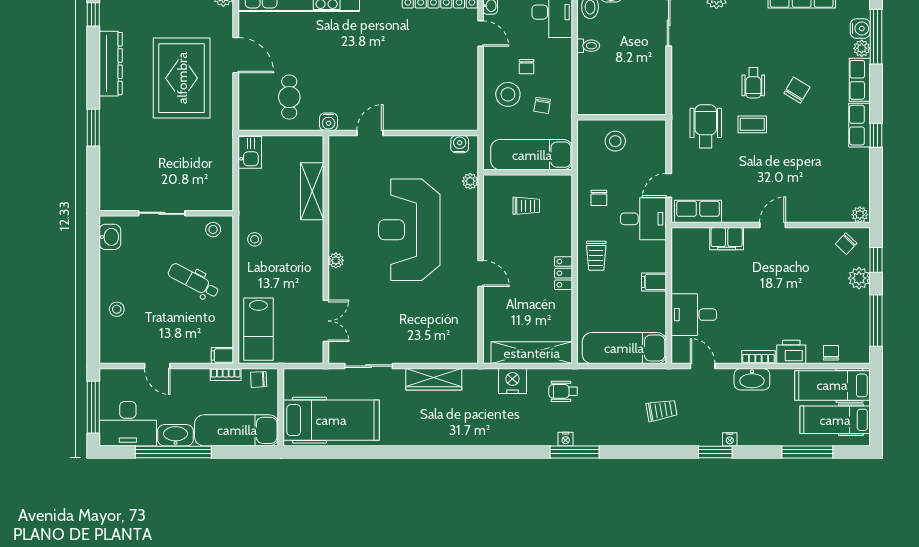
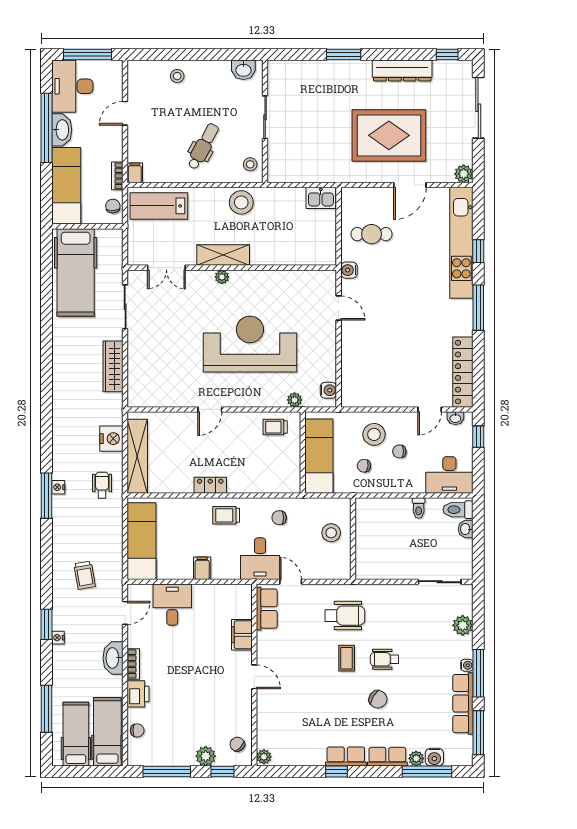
shelving: (312, 191) -> (223, 255), moved
trolley: (526, 206) -> (275, 427), moved, turned 90
stool: (255, 239) -> (241, 202), width x1.89, depth x1.89

